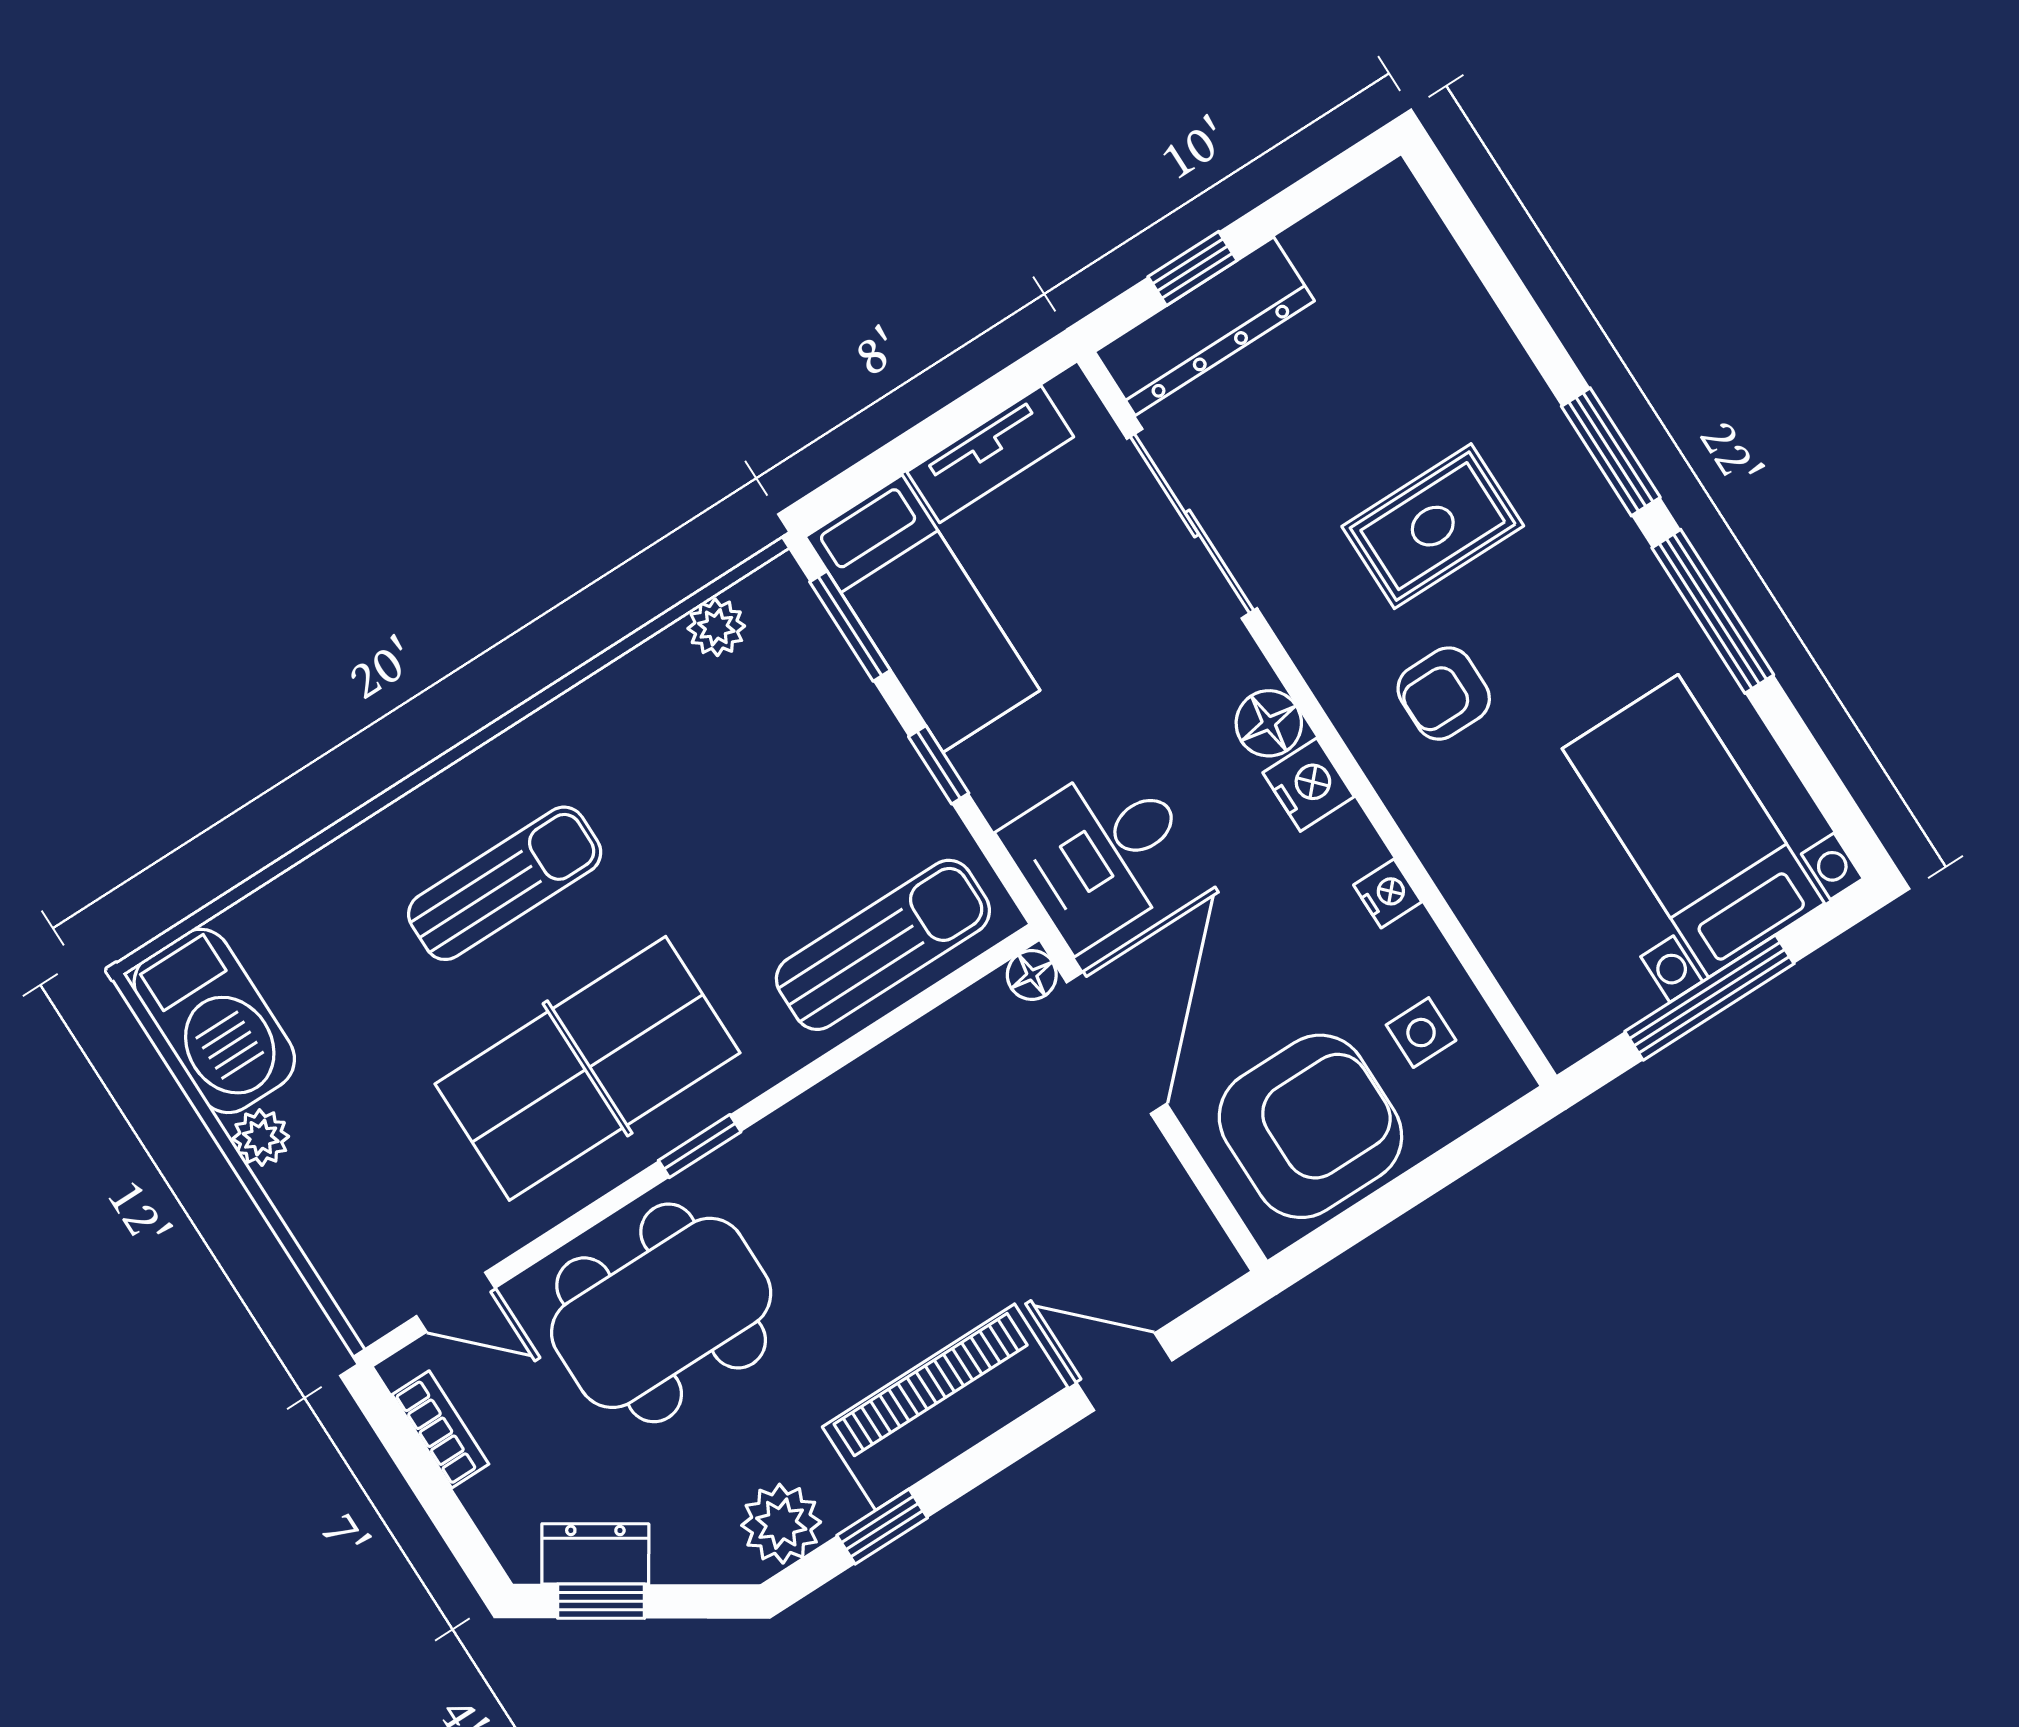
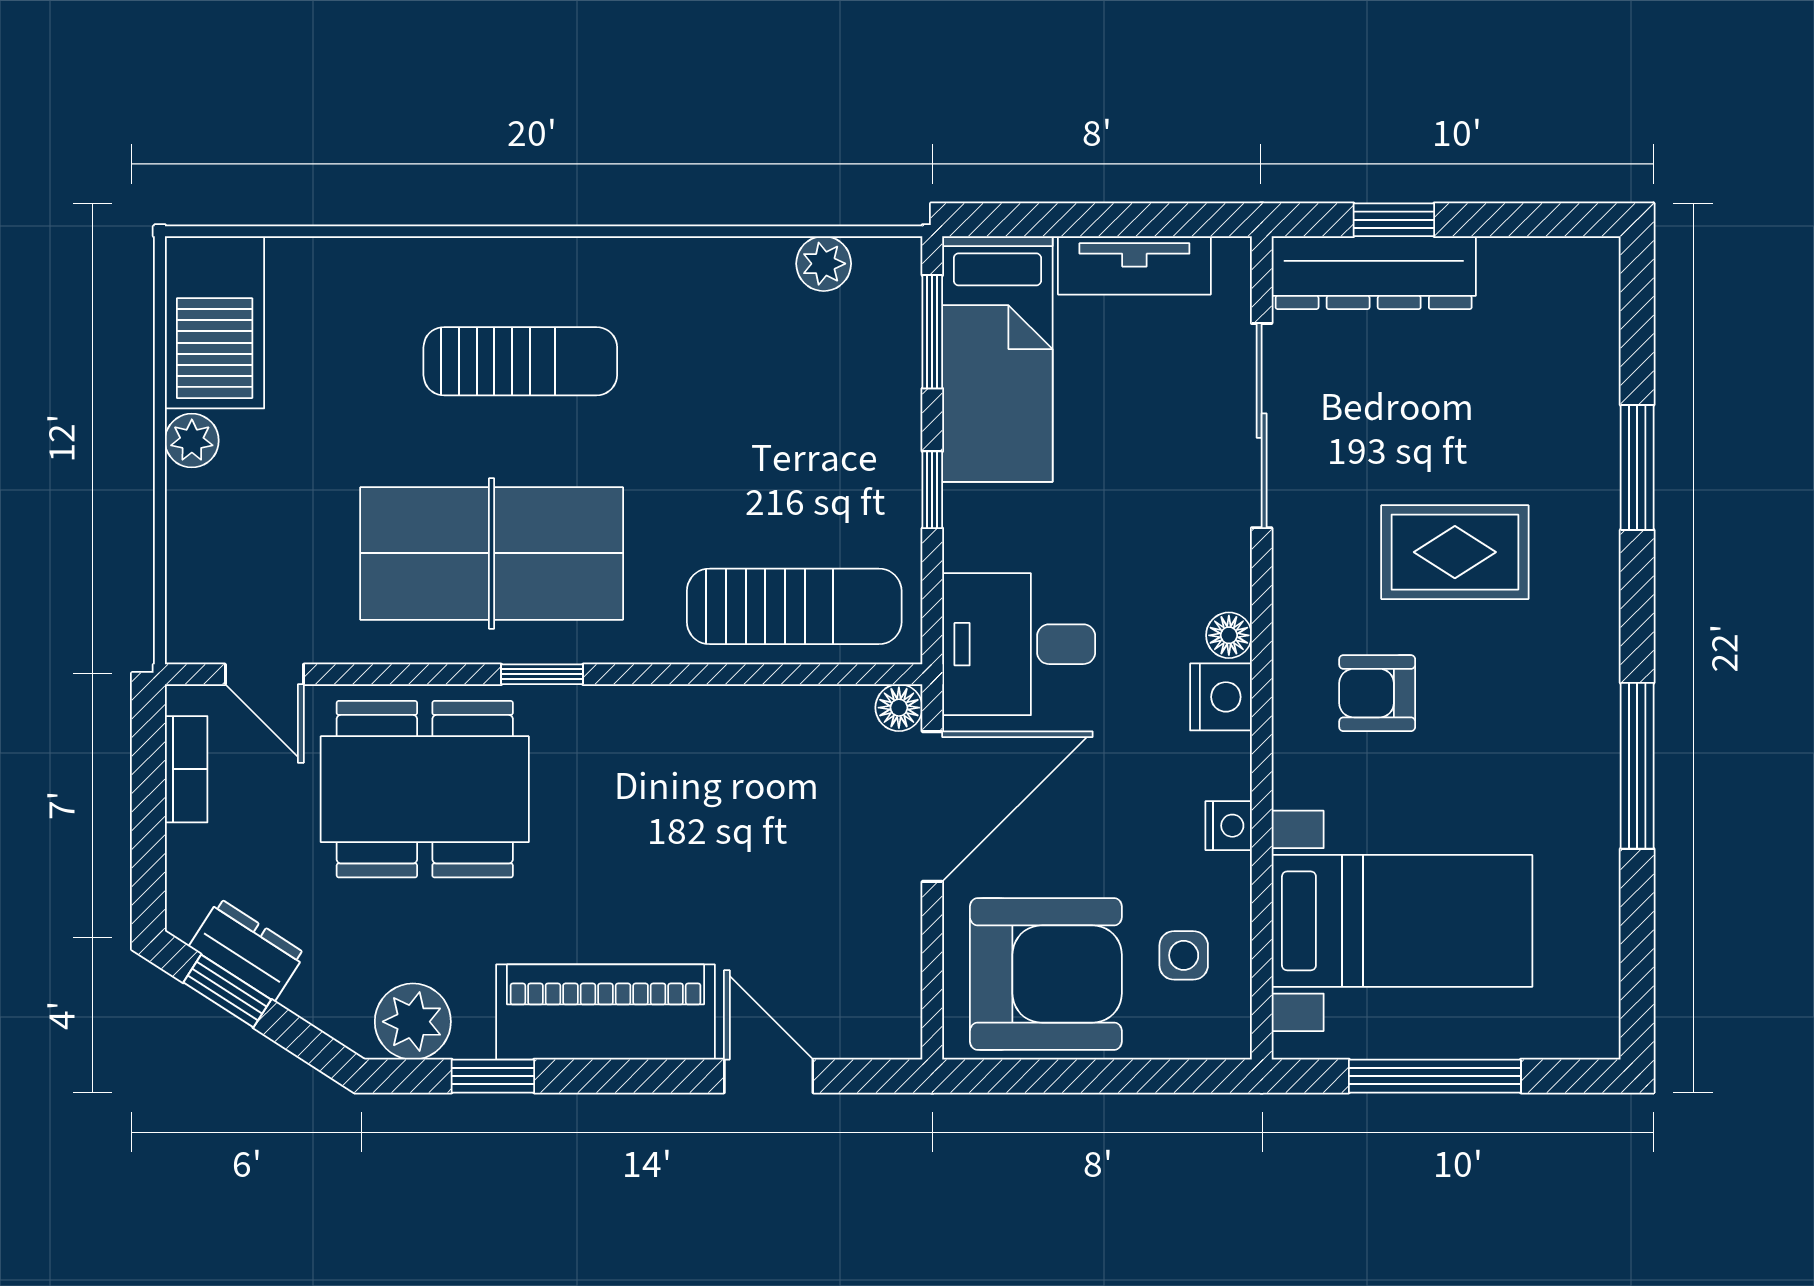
window: (1611, 452) -> (1637, 467), moved
floor lamp: (1269, 723) -> (1229, 635), width x0.73, depth x0.73
bed with nightstands: (1693, 826) -> (1402, 921), moved, turned 90

